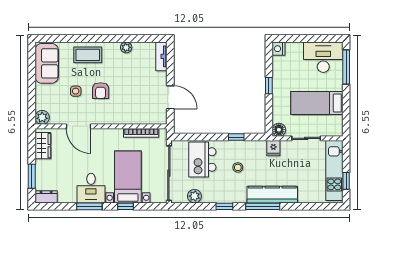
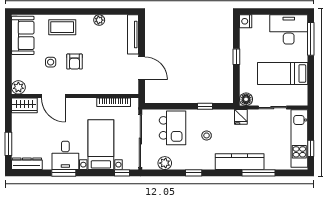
tv unit: (161, 56) -> (133, 34), width x1.41
wardrobe: (43, 146) -> (24, 105), moved, turned 90
kitchen island: (202, 159) -> (172, 128), turned 180
dresser: (46, 197) -> (27, 164), width x1.44
window: (125, 206) -> (122, 173), moved
window: (263, 206) -> (259, 173), moved

